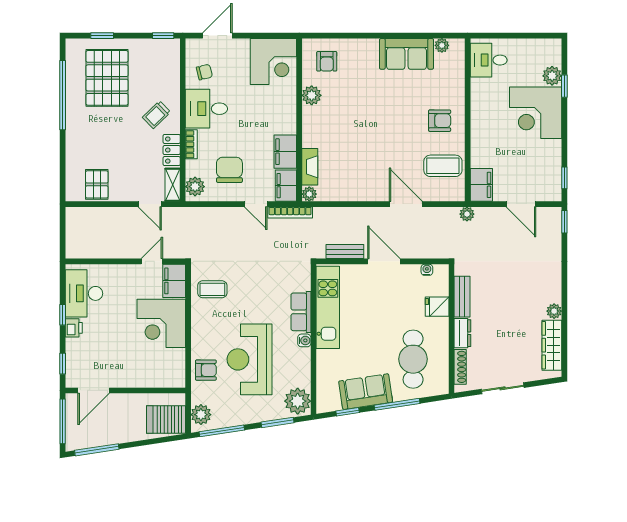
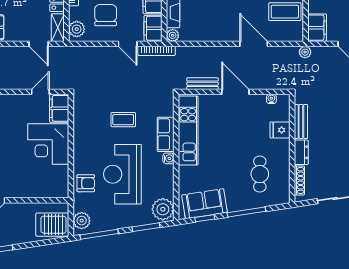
coffee table: (212, 289) -> (123, 120), moved
cafe table: (413, 359) -> (260, 174), width x0.73, depth x0.74
sofa: (366, 392) -> (205, 204), moved

